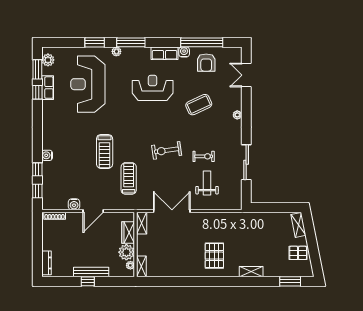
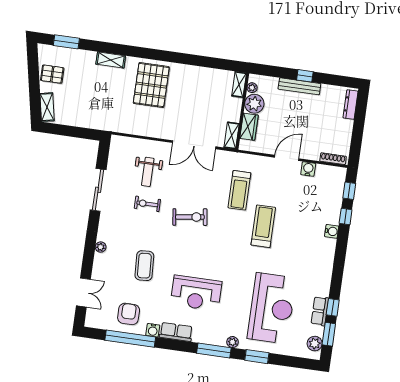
coffee table: (199, 105) -> (144, 266), turned -68
pallet: (214, 256) -> (151, 85), width x1.37, depth x1.41

